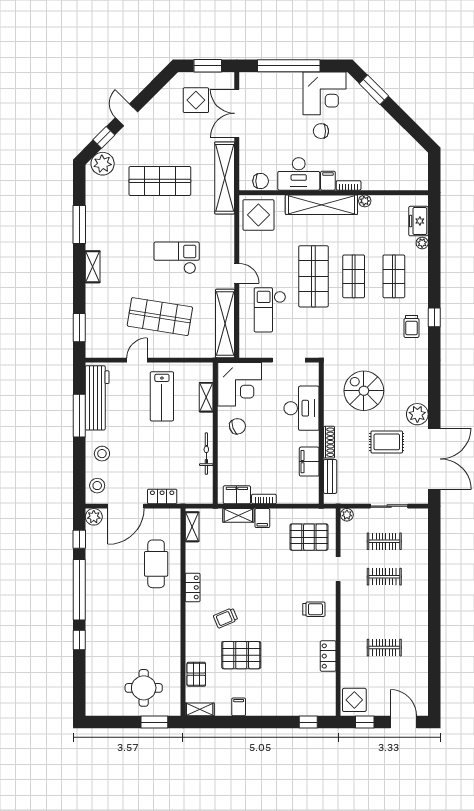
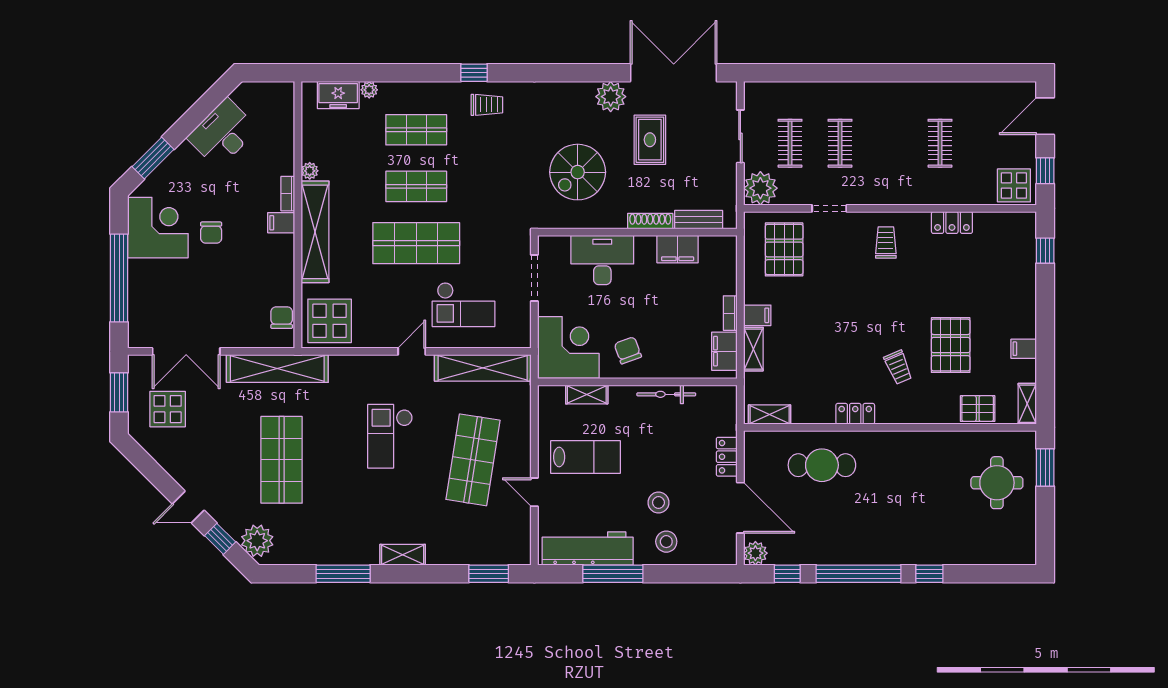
desk: (299, 174) -> (223, 133), moved, turned -135
stool: (97, 486) -> (658, 503), moved
plant: (347, 515) -> (760, 188), width x1.87, depth x1.87

